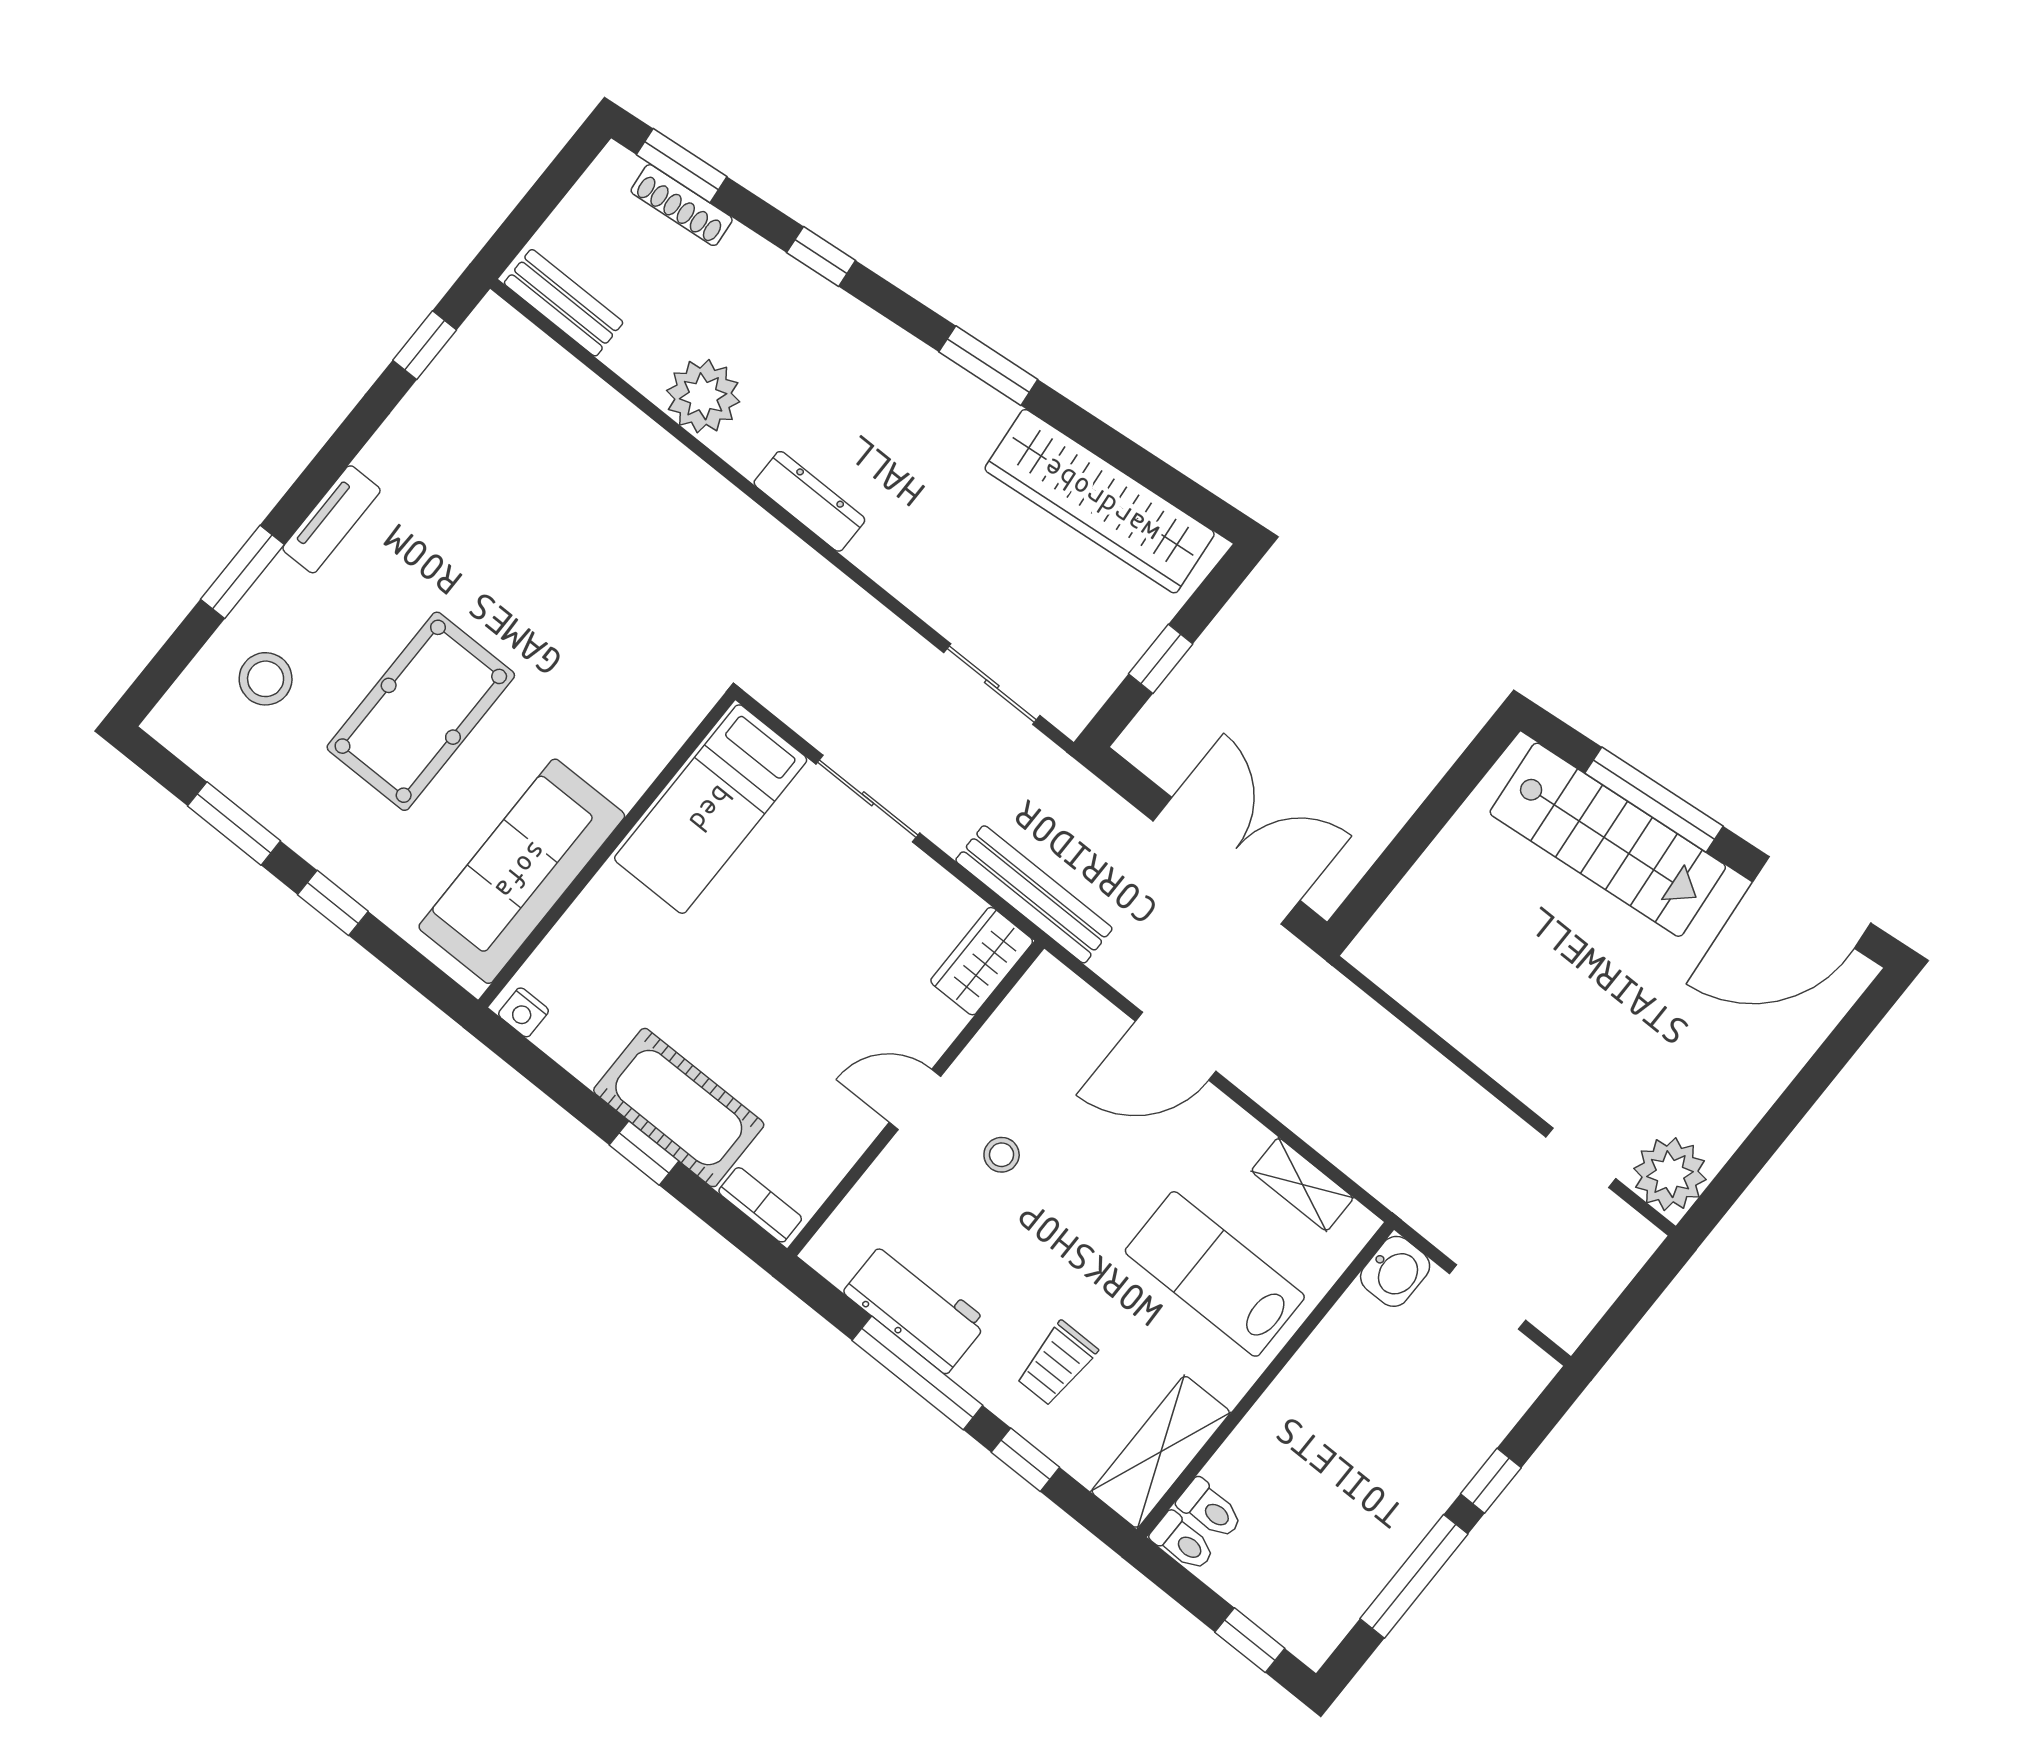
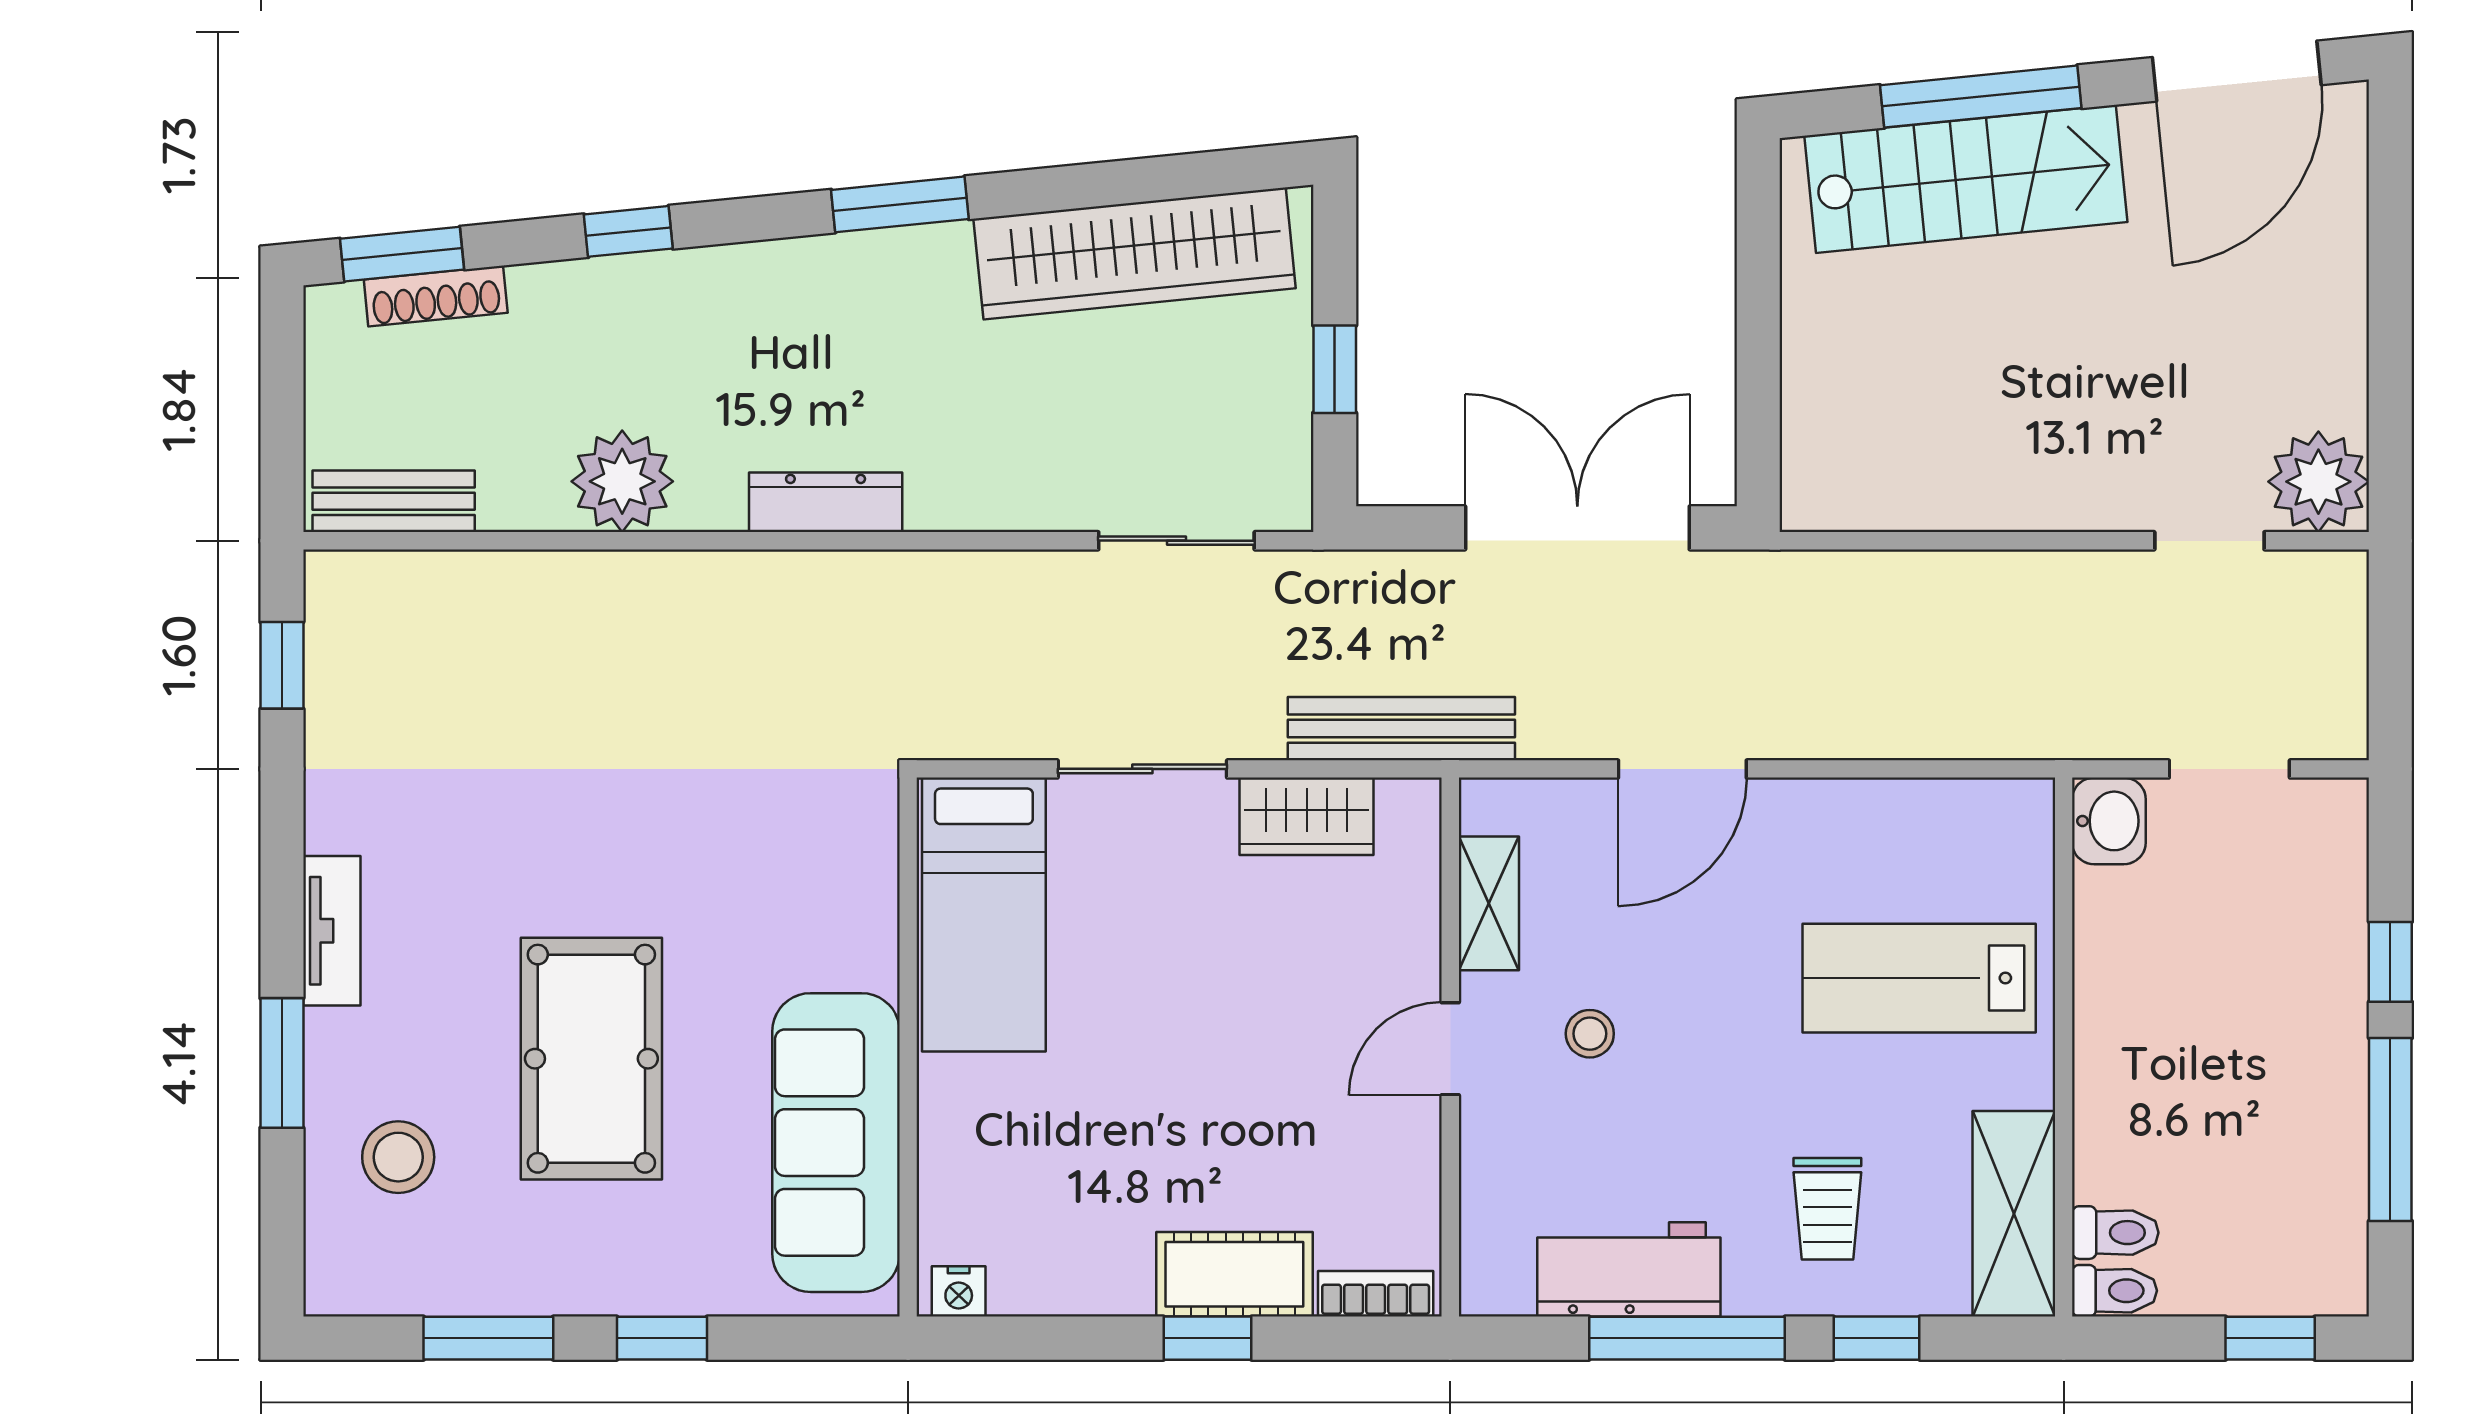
wardrobe: (982, 961) -> (1307, 816), moved, turned -90
cot: (679, 1108) -> (1234, 1274), width x0.73, depth x0.75
shelving: (1302, 1184) -> (1489, 903), moved, turned 90

